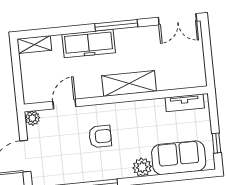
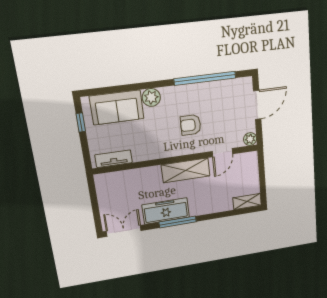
freezer: (89, 44) -> (166, 211), moved
shelving: (129, 83) -> (186, 170), moved

